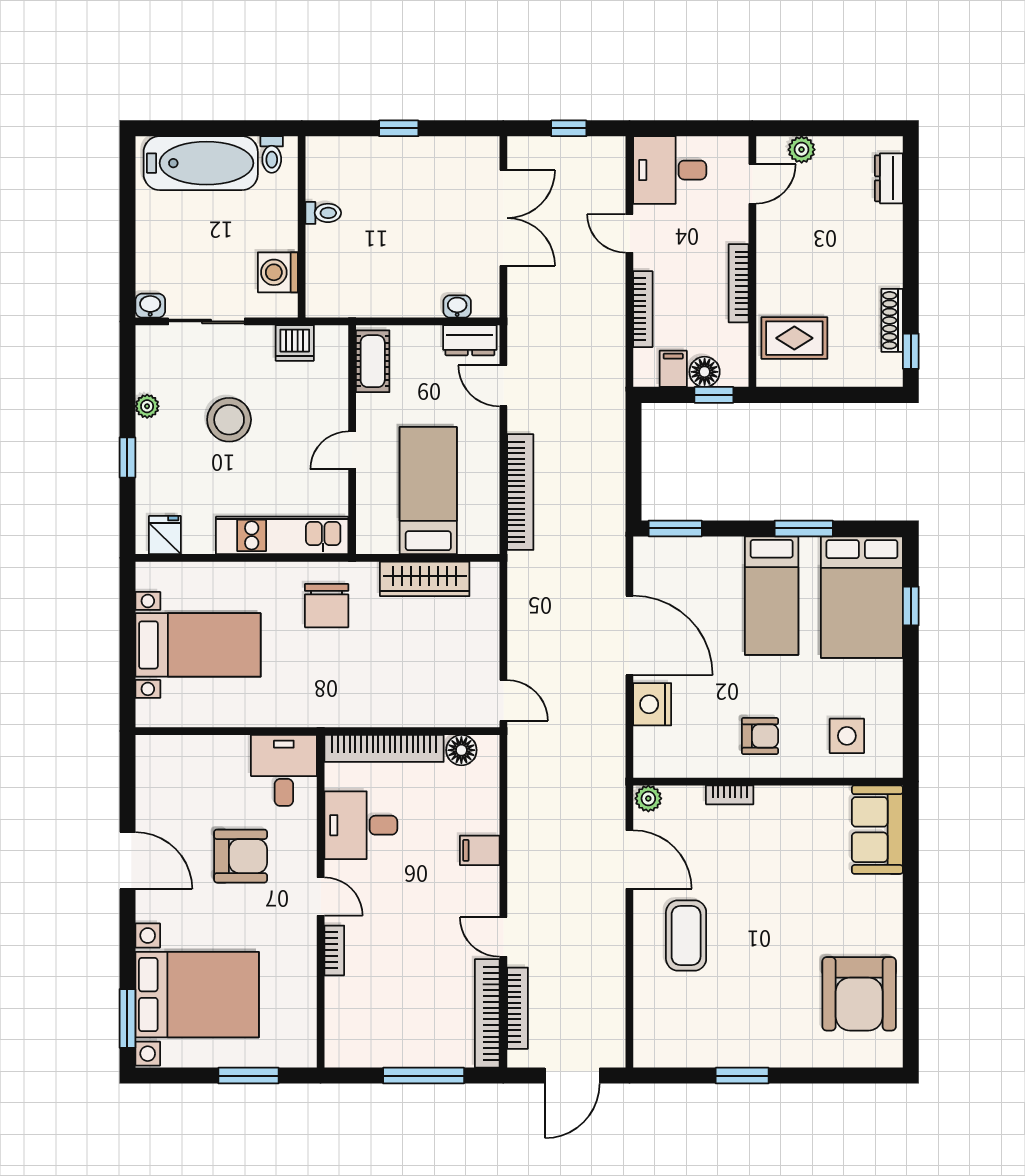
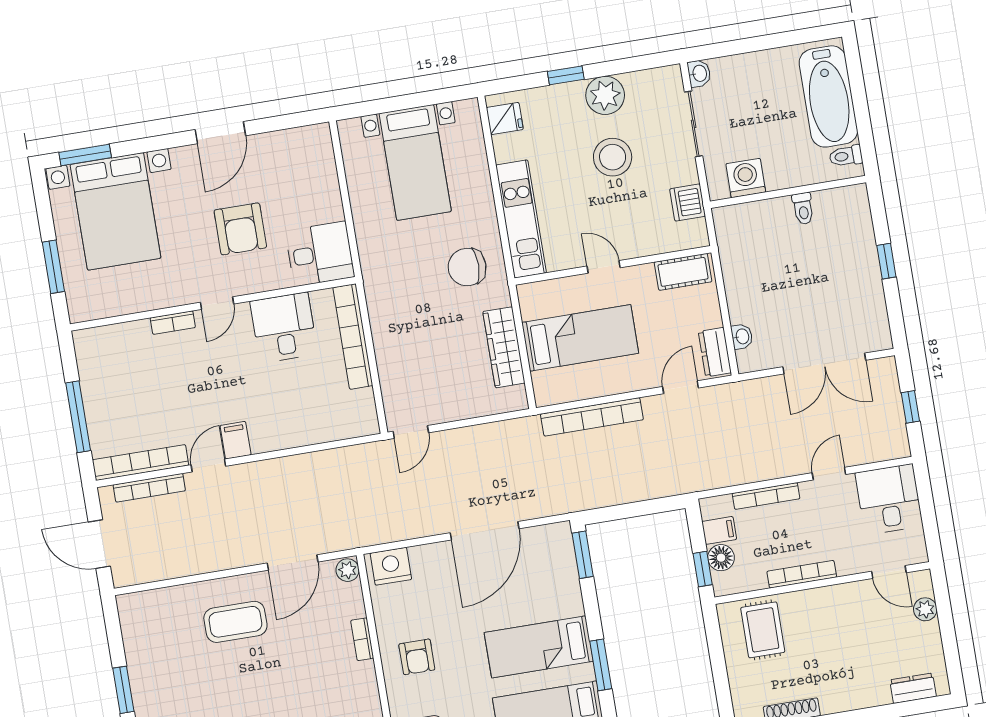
plant: (147, 406) -> (605, 95), width x1.88, depth x1.88
nightstand: (652, 704) -> (391, 566), moved
floor lamp: (461, 750) -> (362, 403), removed
filing cabinet: (480, 850) -> (236, 440), moved

